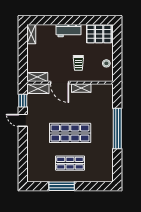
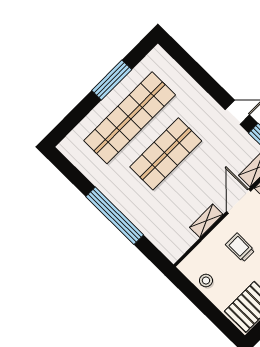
door: (60, 83) -> (239, 201), hinge flipped
shop shelf: (70, 163) -> (130, 118), width x2.00, depth x1.36

